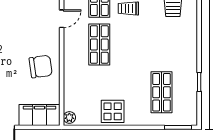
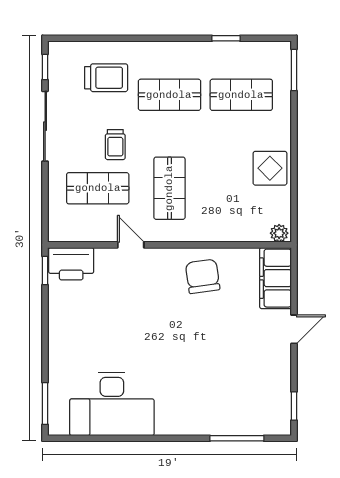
shop shelf: (99, 44) -> (169, 188), turned 90
shop shelf: (162, 44) -> (169, 95), added

